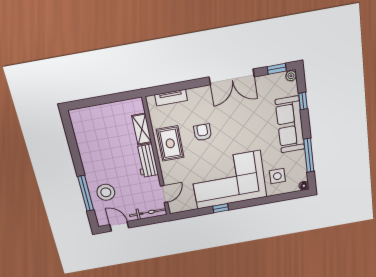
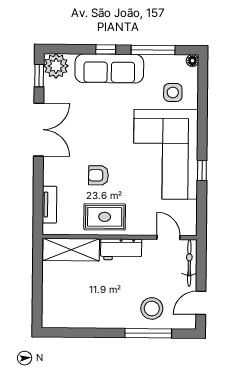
plant: (291, 76) -> (56, 66), width x1.88, depth x1.88
window: (303, 101) -> (106, 49), moved
shelving: (142, 129) -> (71, 250), width x1.50, depth x1.33

